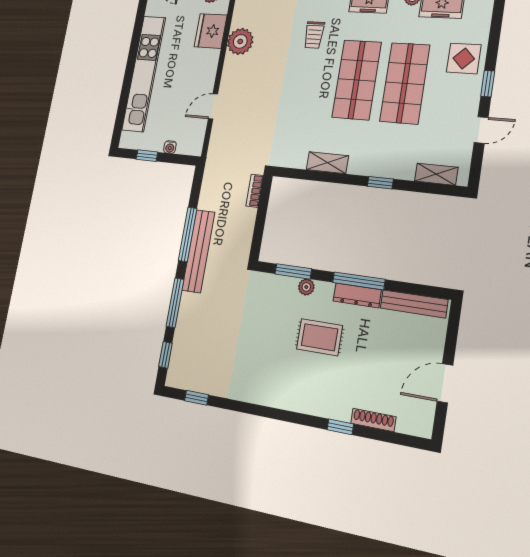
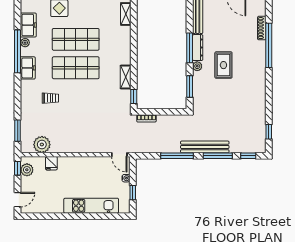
fridge: (210, 31) -> (51, 163), width x0.53, depth x0.75
plant: (240, 41) -> (42, 145), moved
kitchen unit: (144, 74) -> (91, 206), width x0.73
door: (213, 106) -> (119, 155), moved
window: (380, 183) -> (134, 97), moved
bench: (198, 251) -> (205, 147), moved
plant: (306, 287) -> (197, 66), moved
window: (340, 427) -> (269, 45), width x3.17

